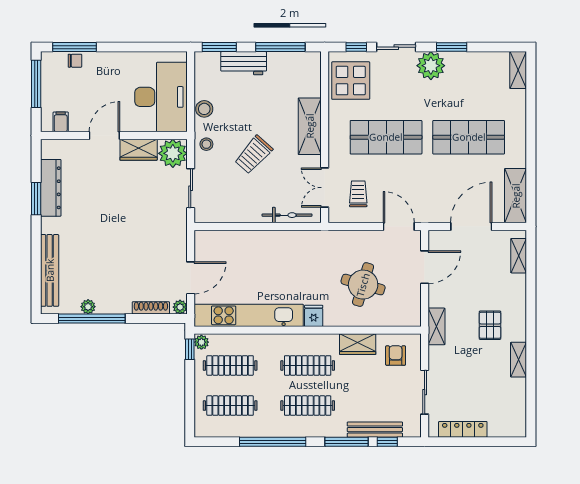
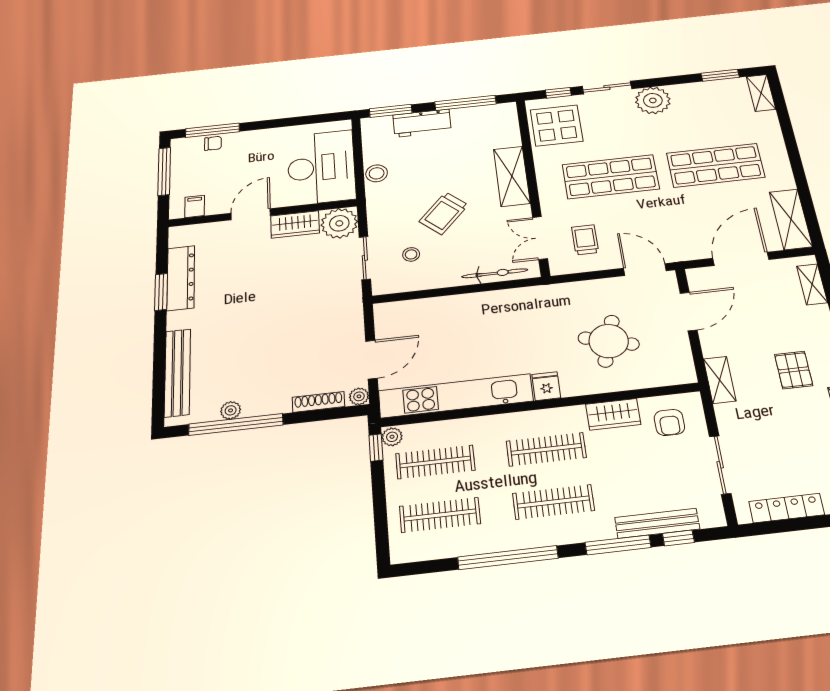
window: (452, 47) -> (720, 75), moved
stool: (206, 144) -> (411, 254), moved
armchair: (396, 356) -> (669, 422), turned 180

